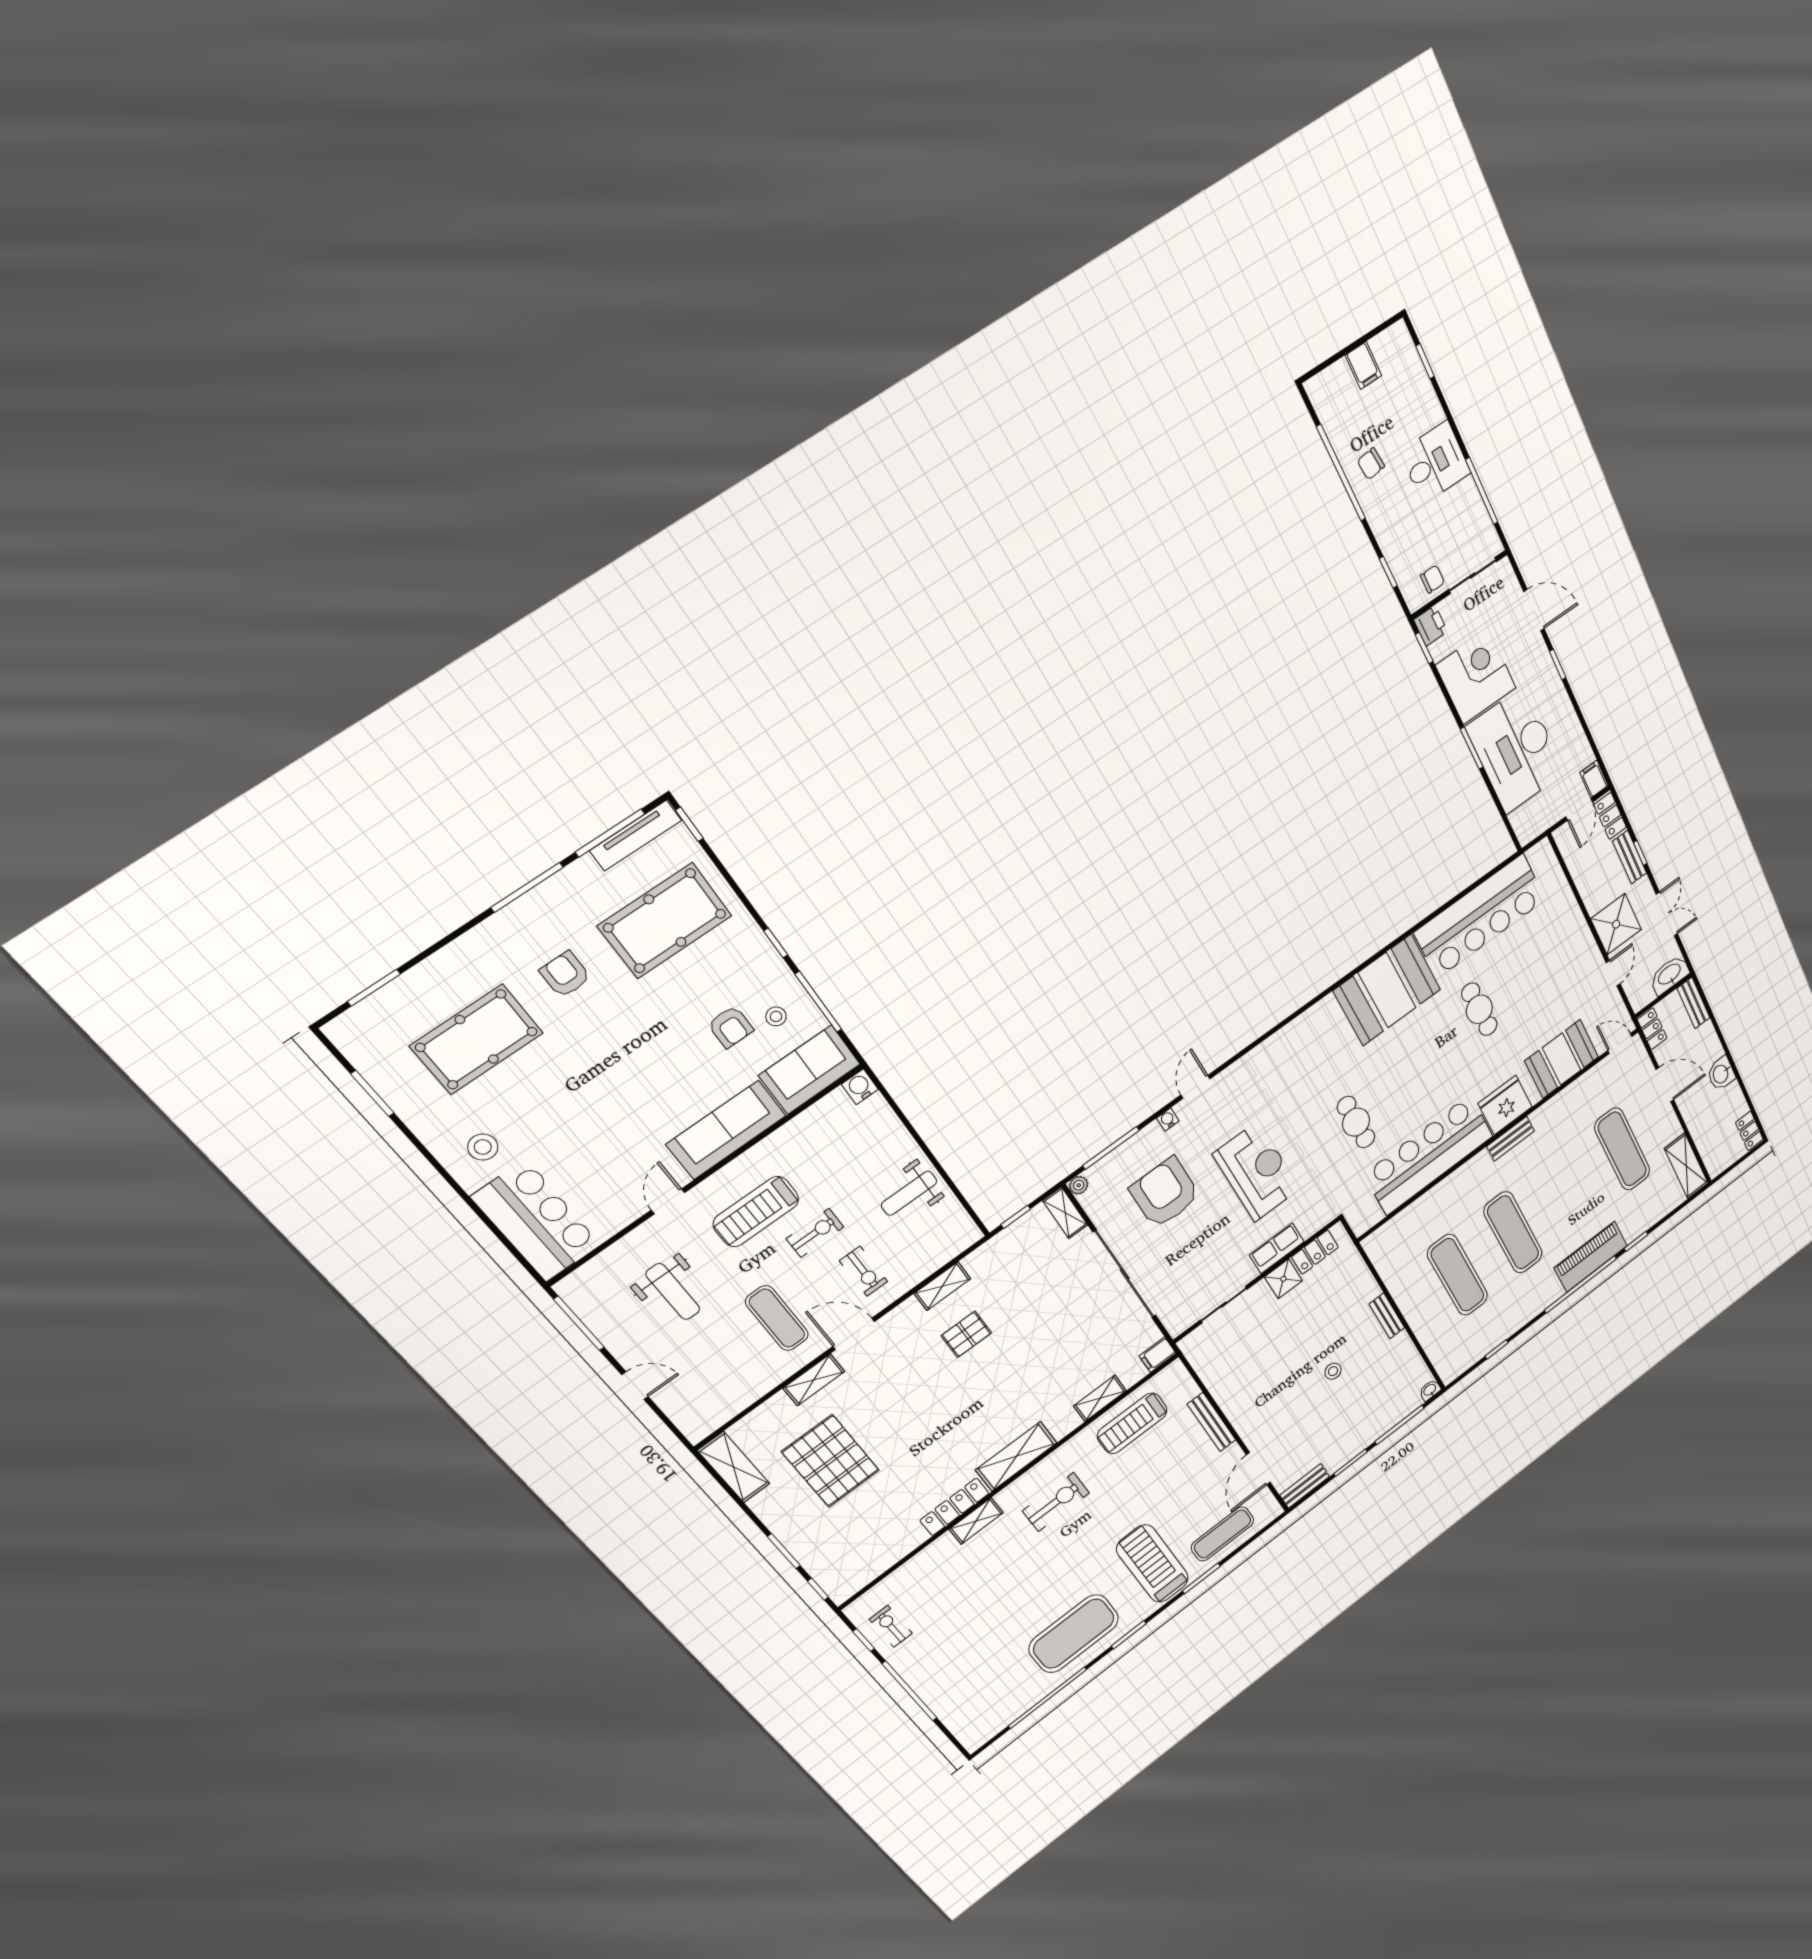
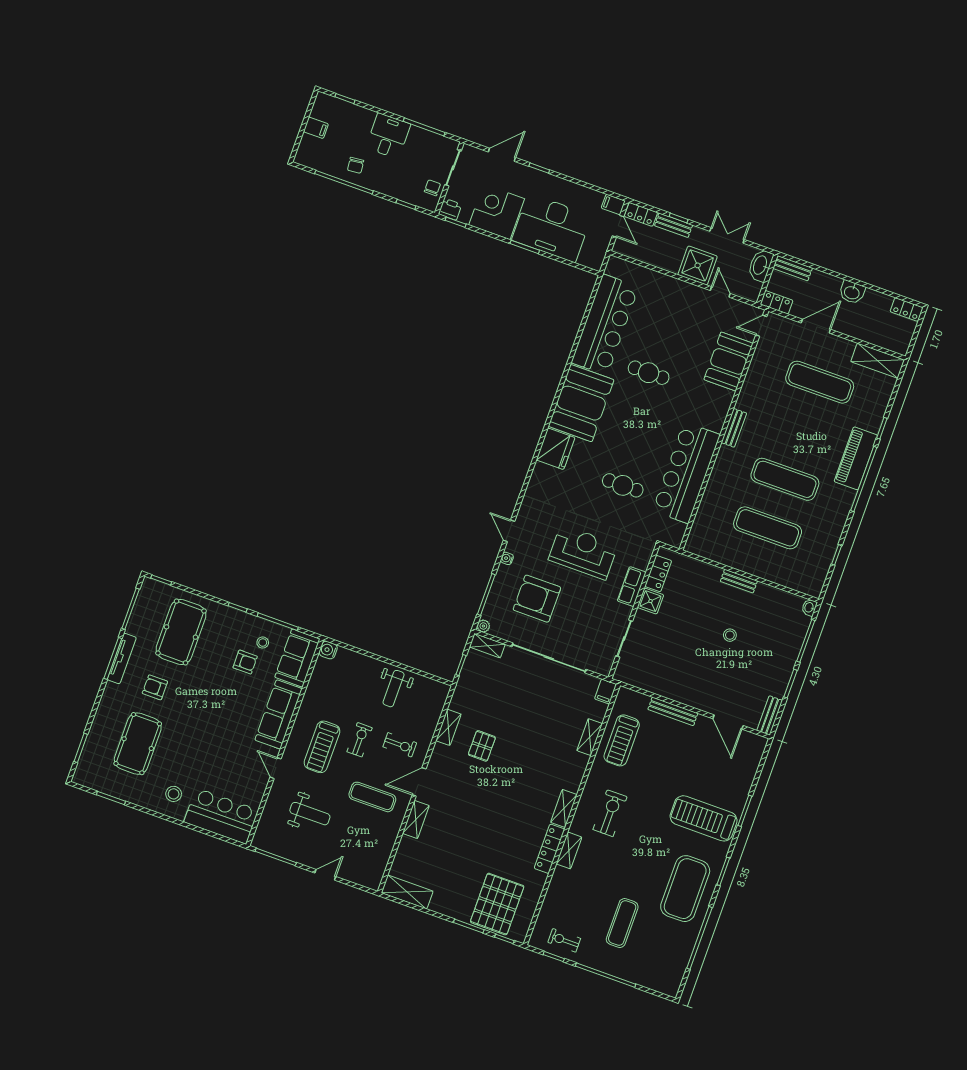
tv unit: (636, 835) -> (122, 658), moved
fridge: (1505, 1105) -> (556, 449), moved, turned 180
shelving: (1016, 1456) -> (564, 808), width x0.67, depth x0.75
pallet: (831, 1461) -> (497, 904), moved, turned 90
exercise mat: (1222, 1534) -> (622, 923), moved

